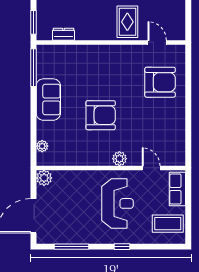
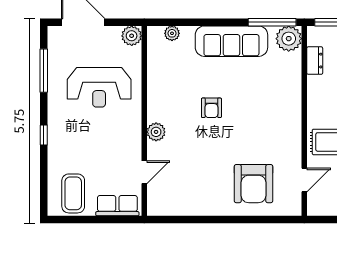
plant: (46, 55) -> (289, 39), added
sofa: (48, 100) -> (231, 41), width x1.36
armchair: (101, 115) -> (211, 108), width x0.53, depth x0.53
reception desk: (118, 203) -> (99, 87), moved

